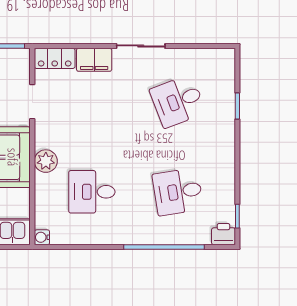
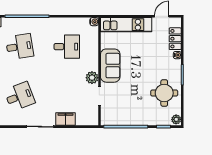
locker: (55, 58) -> (87, 120), removed
plant: (46, 161) -> (92, 78), moved

